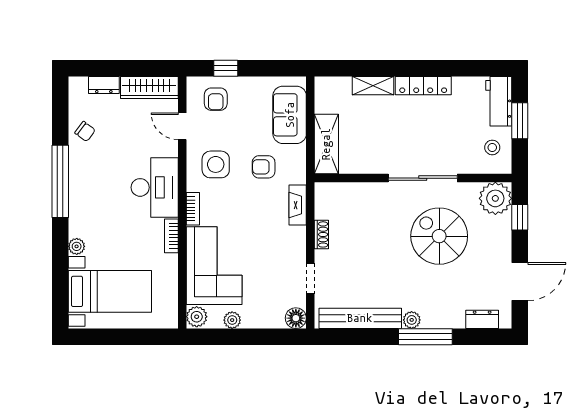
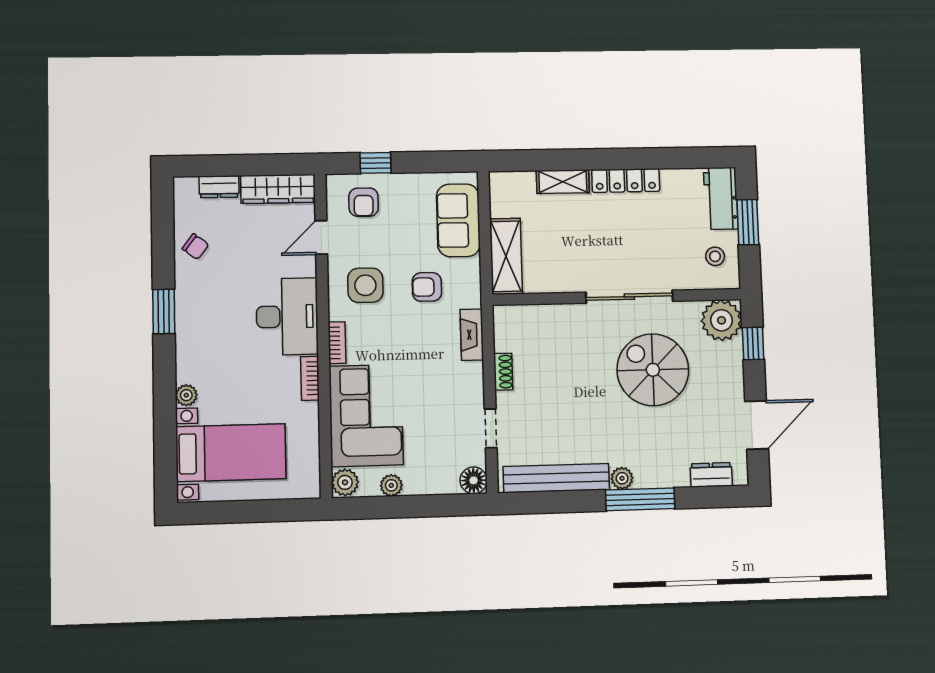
door: (182, 126) -> (321, 237), hinge flipped
window: (60, 181) -> (164, 312), width x0.47

